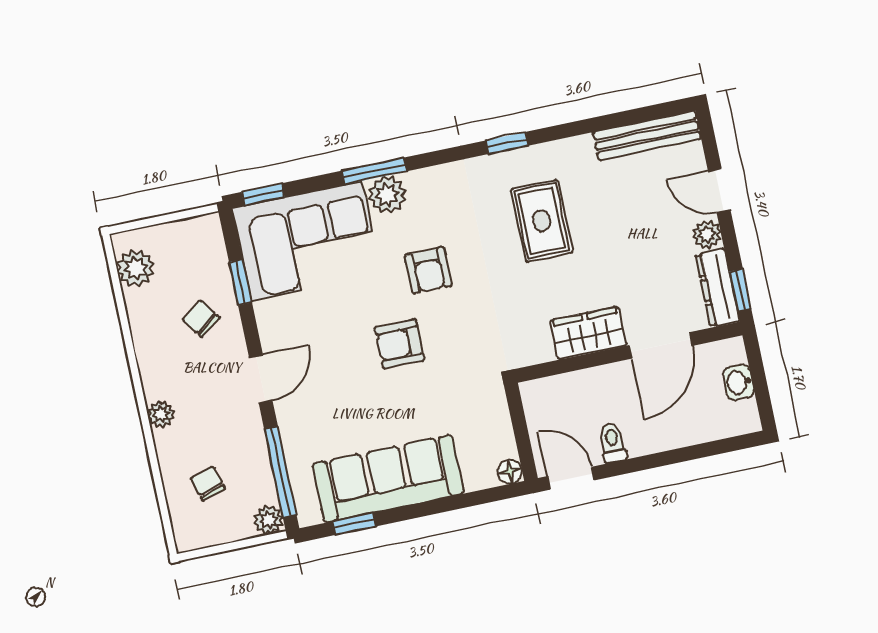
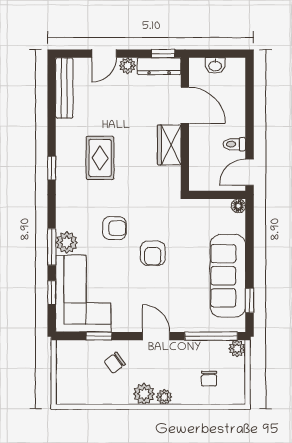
window: (263, 194) -> (52, 293), moved
rug: (542, 221) -> (100, 158), turned 90
plant: (136, 268) -> (144, 394), moved
chair: (208, 483) -> (209, 379), turned -74

